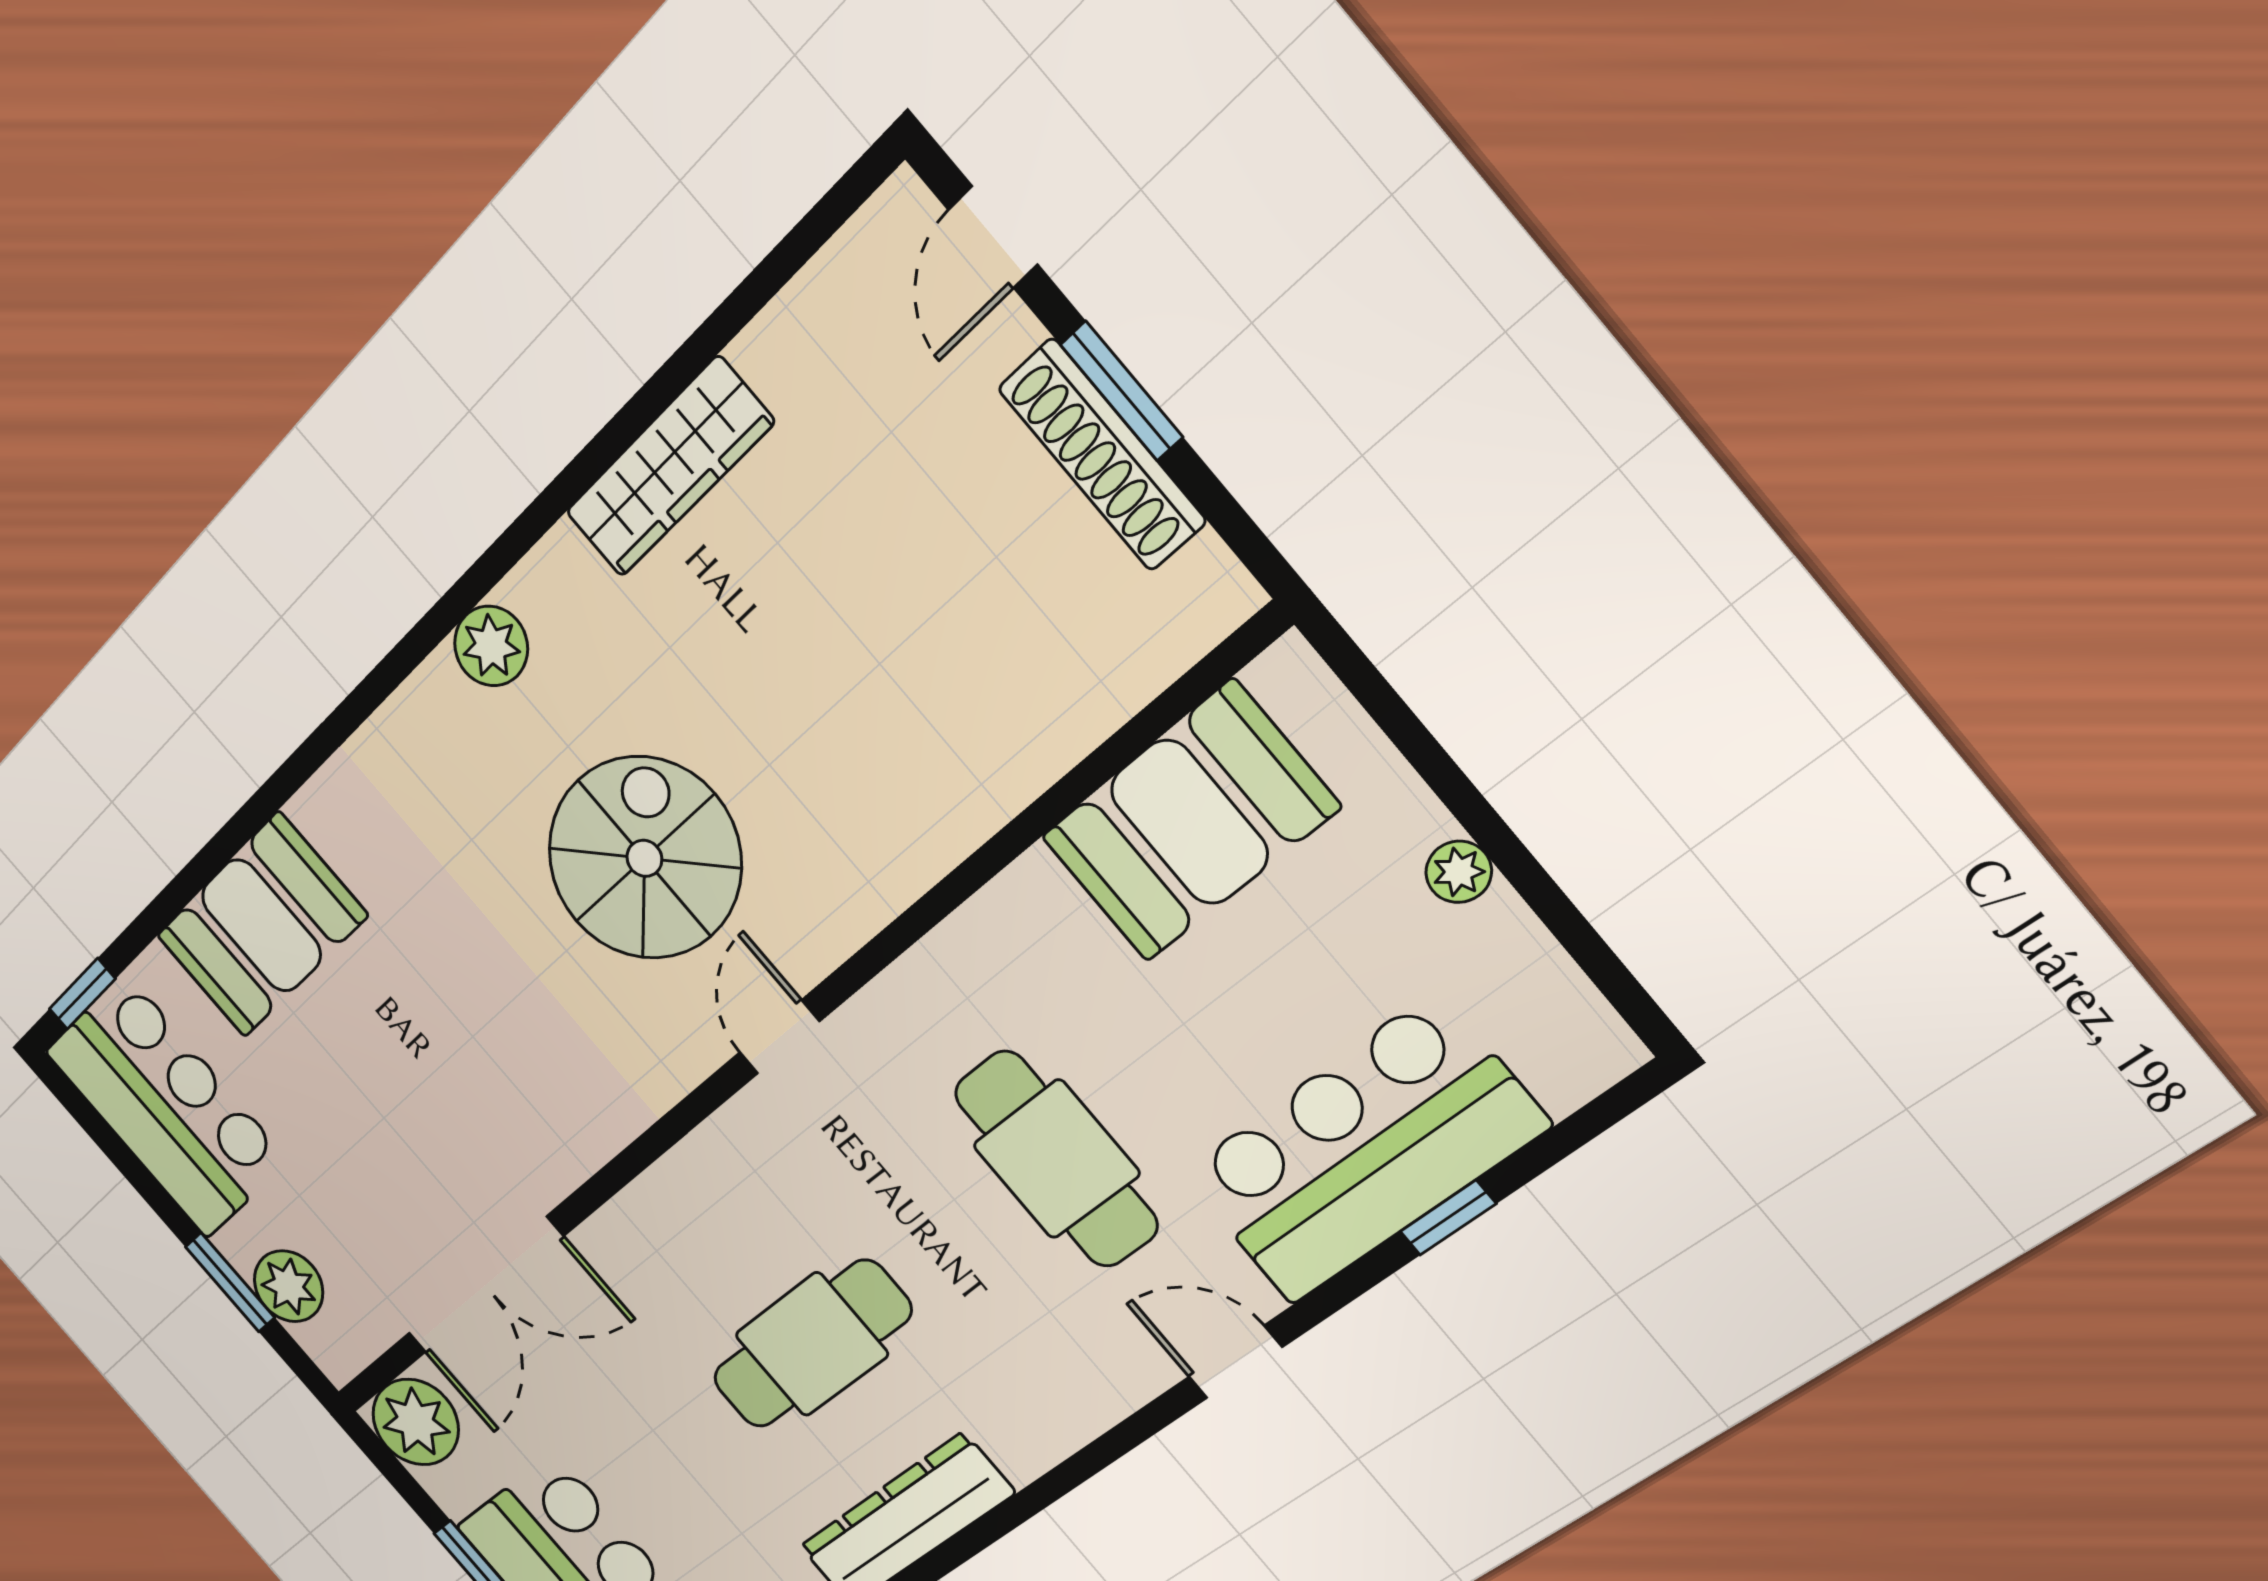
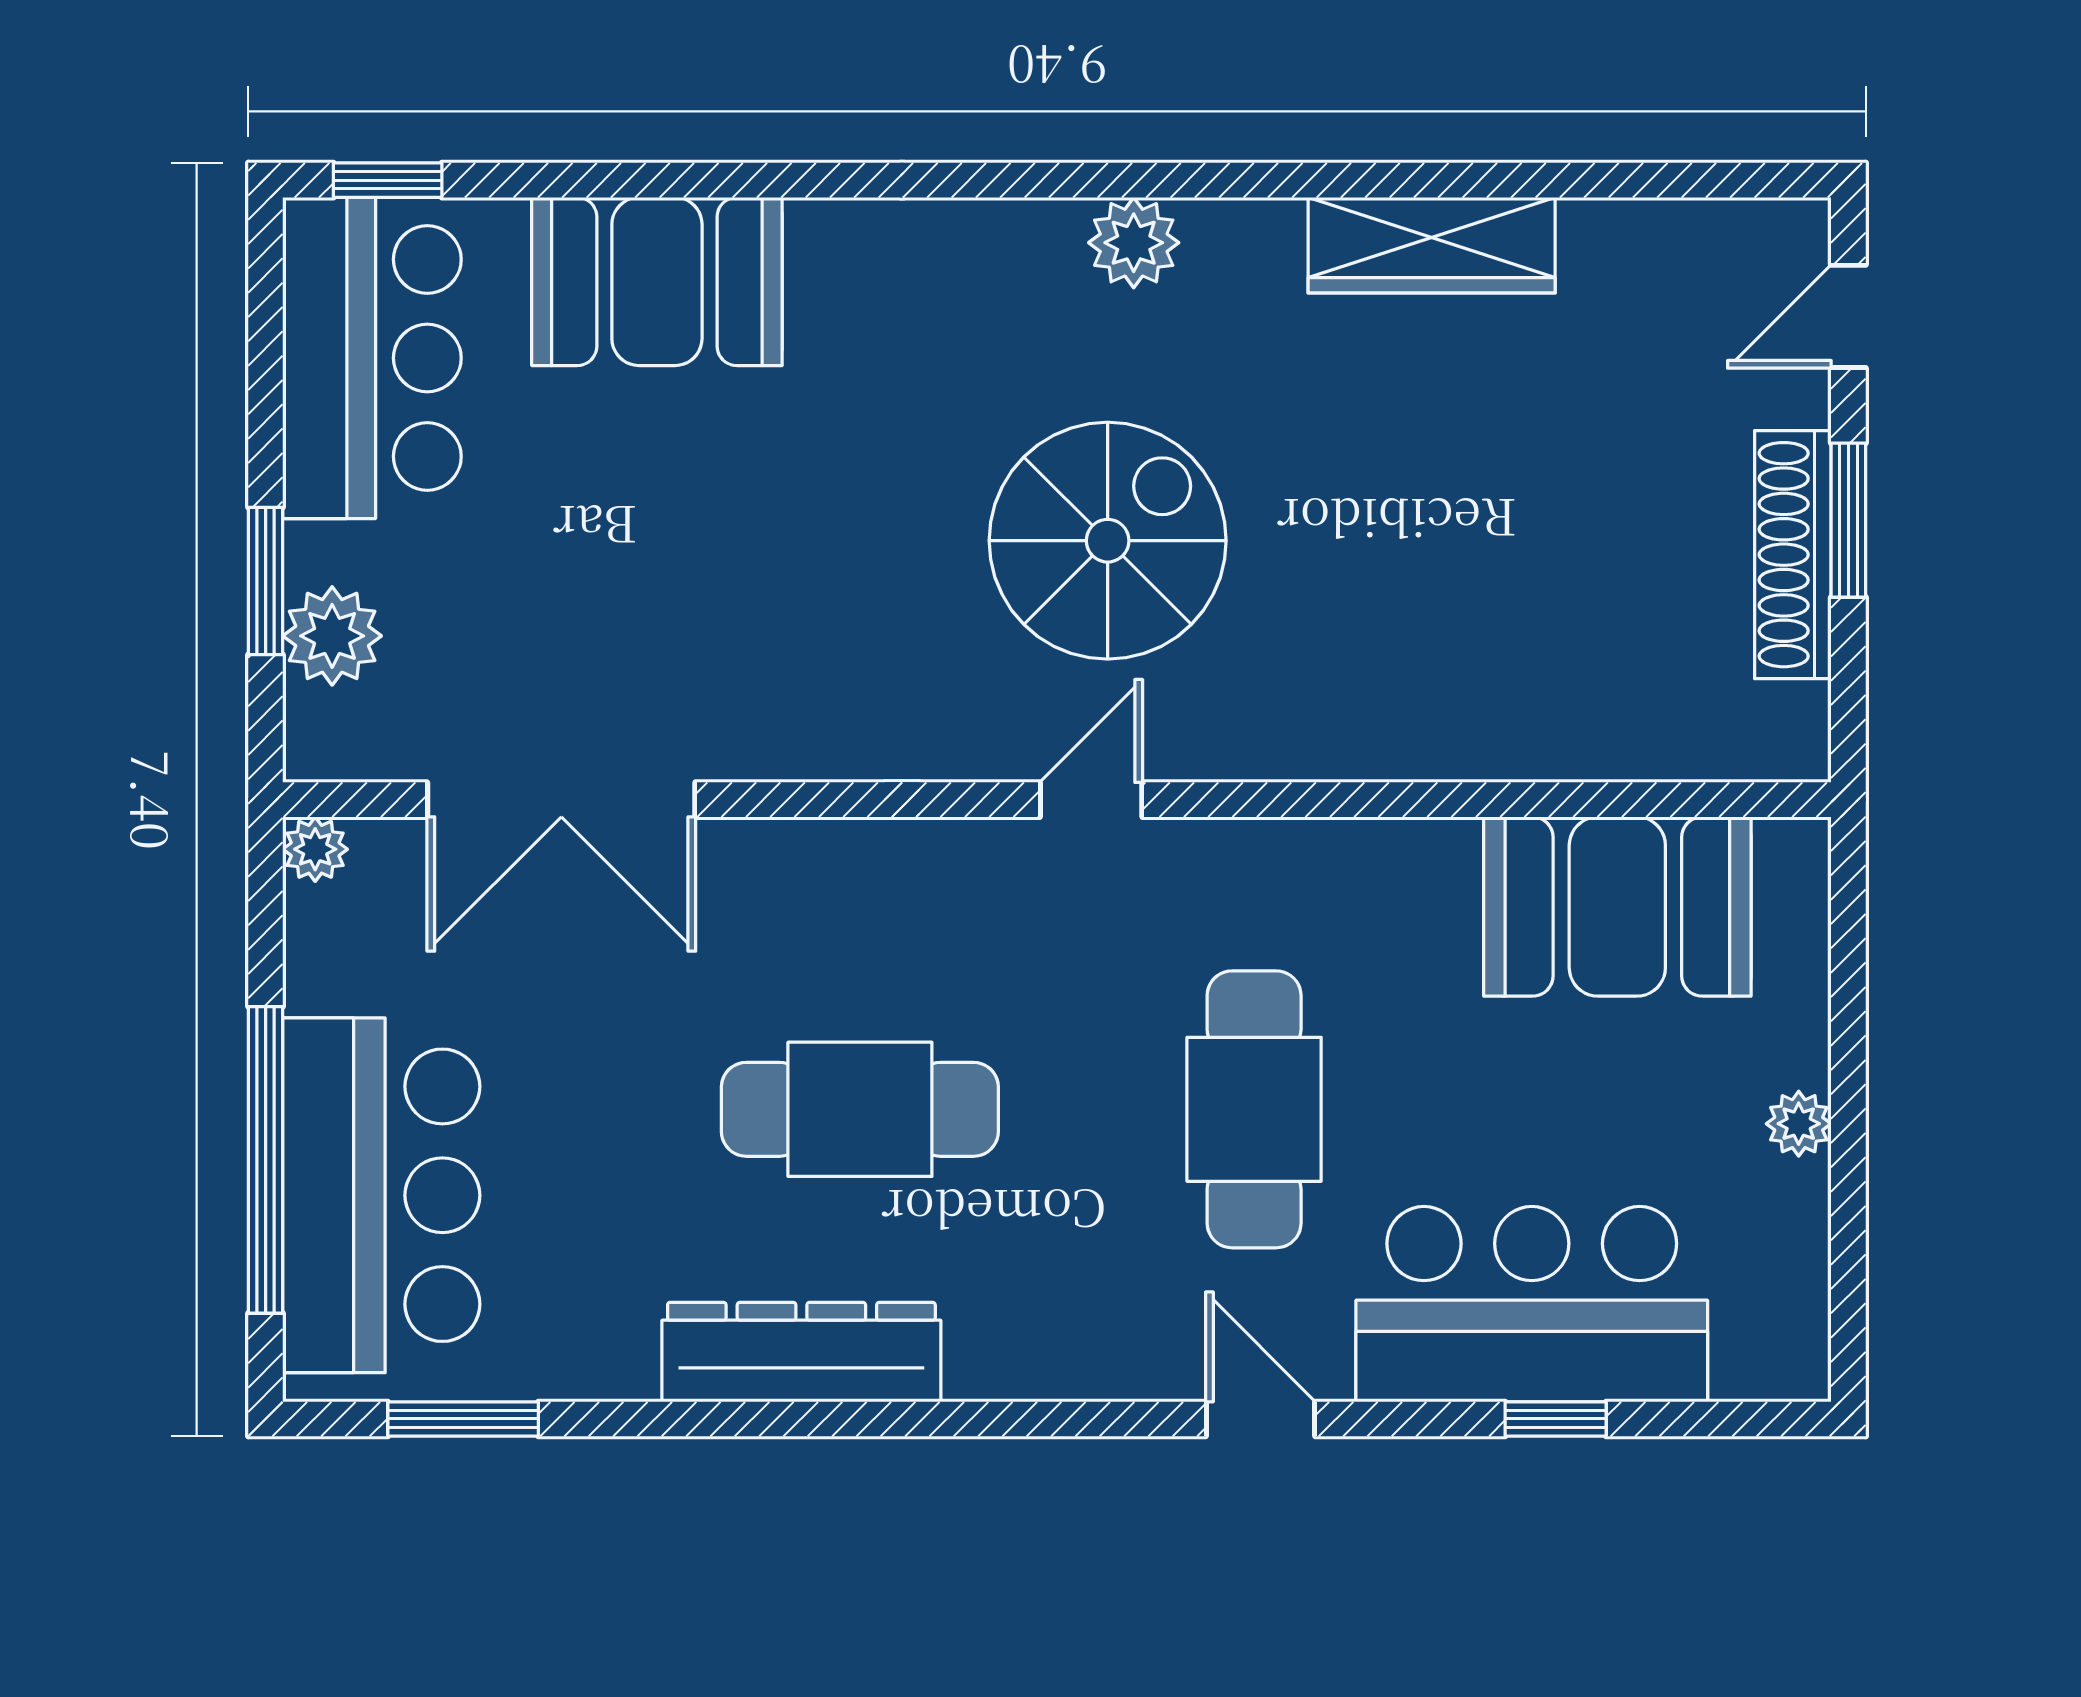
plant: (416, 1422) -> (315, 849), width x0.53, depth x0.53

